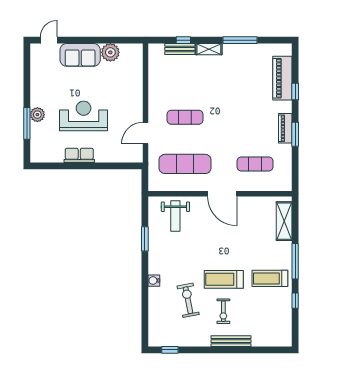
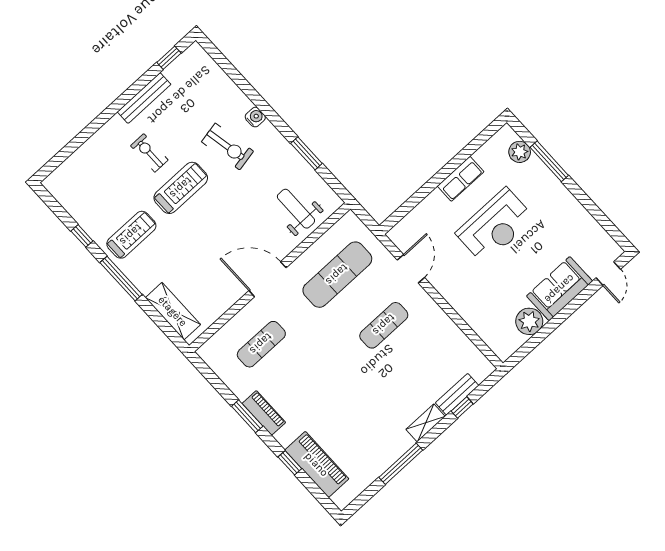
plant: (37, 115) -> (520, 152), moved
exercise bike: (188, 300) -> (227, 146), moved
bench: (231, 341) -> (144, 98), moved

